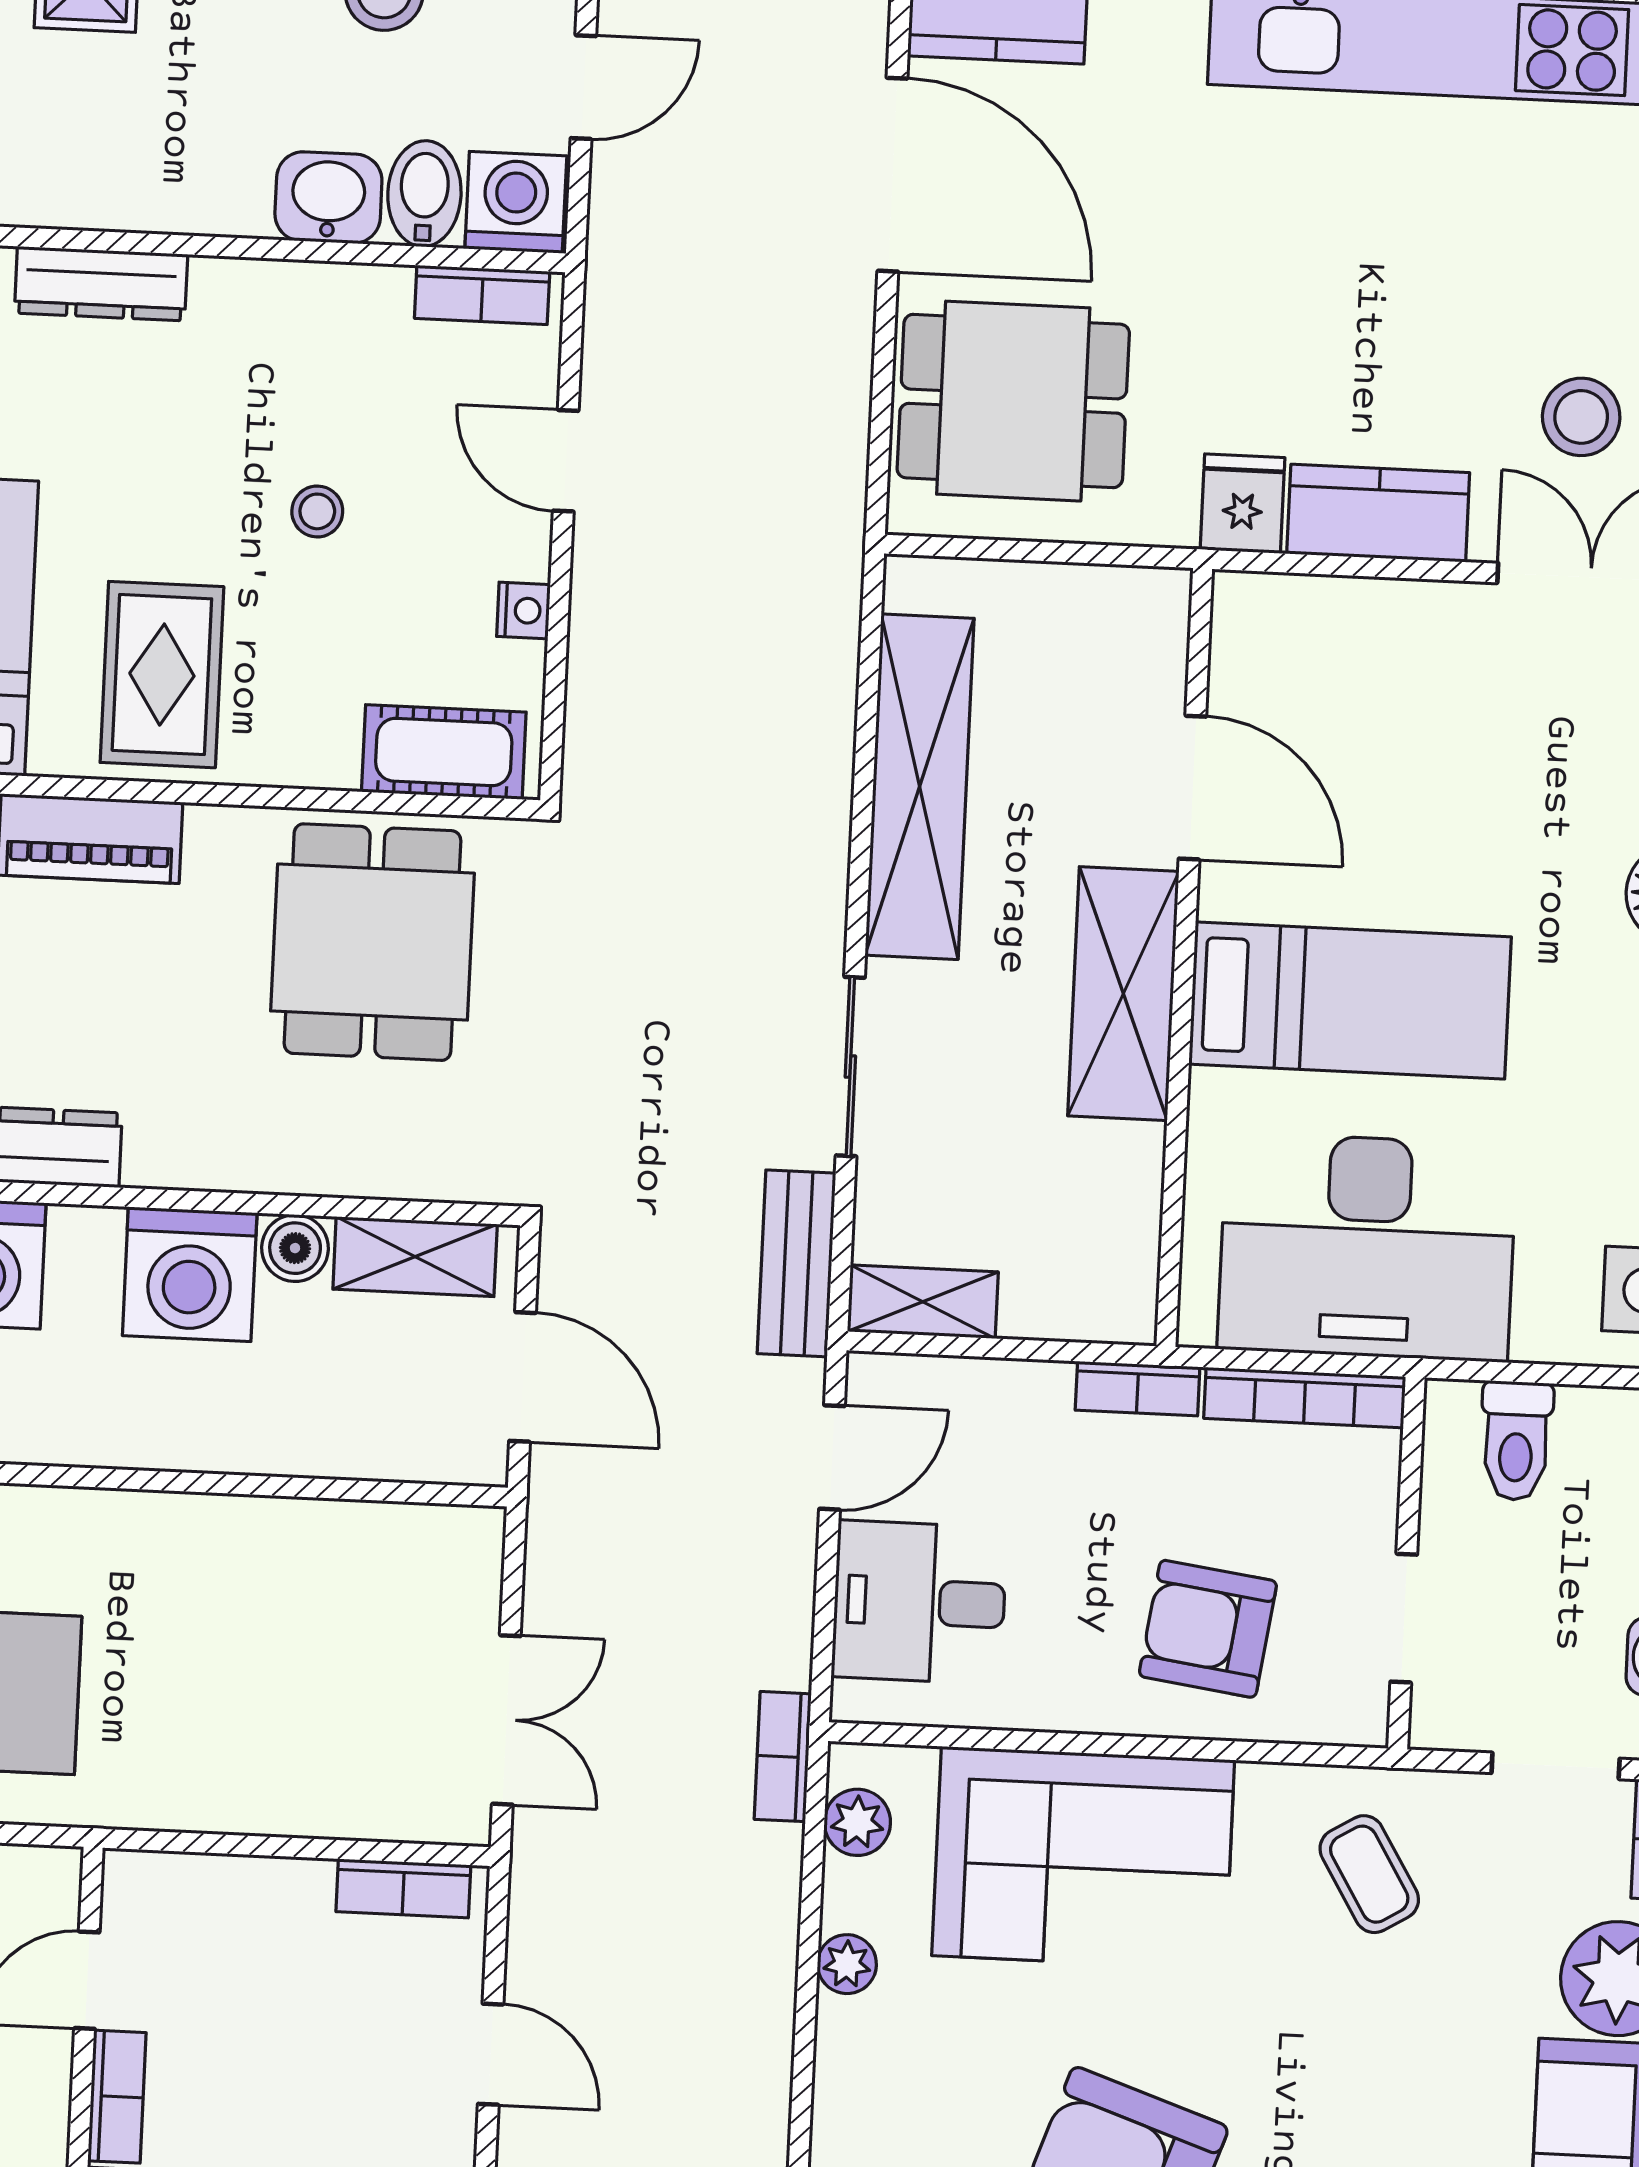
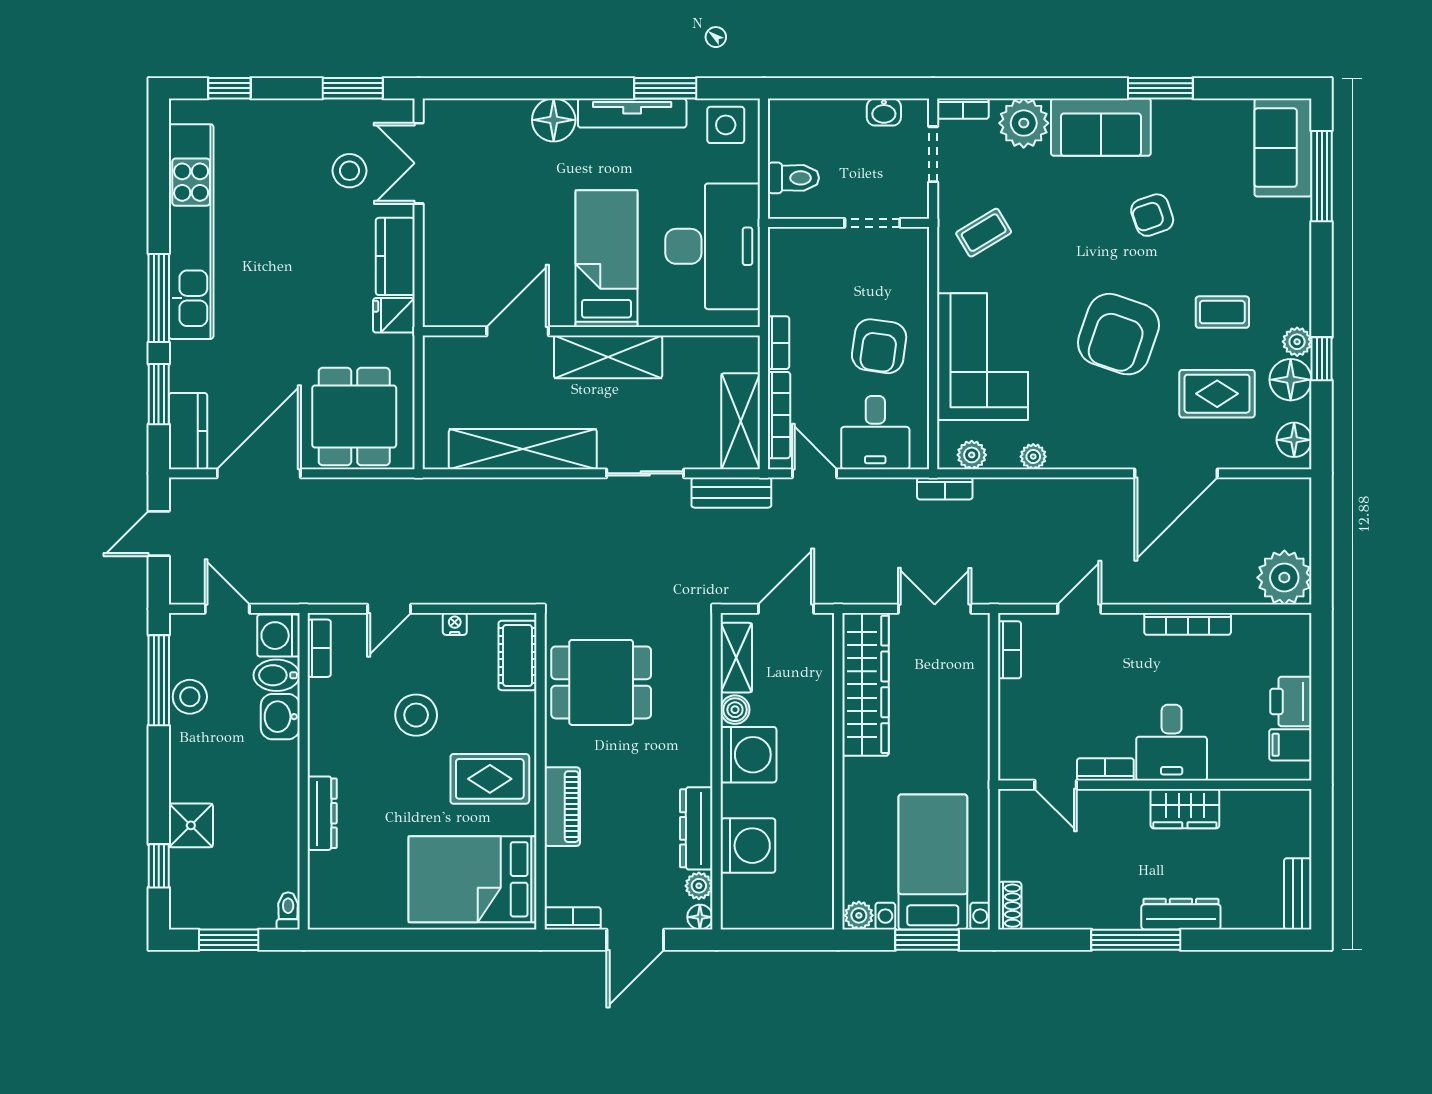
stool: (317, 511) -> (416, 715), width x1.89, depth x1.89
shelving: (923, 1302) -> (741, 421), width x1.50, depth x1.33
bookcase: (1305, 1398) -> (779, 415), moved
wardrobe: (339, 1552) -> (866, 684), added
armchair: (1208, 1629) -> (879, 346), moved

